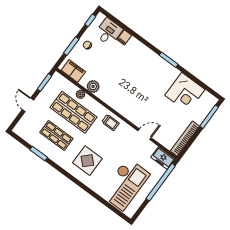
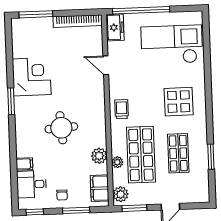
round table: (128, 77) -> (61, 128), added
plant: (60, 81) -> (121, 194), added
corner desk: (185, 92) -> (32, 77), moved

